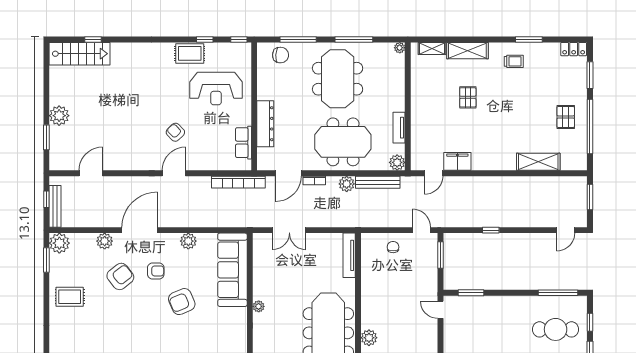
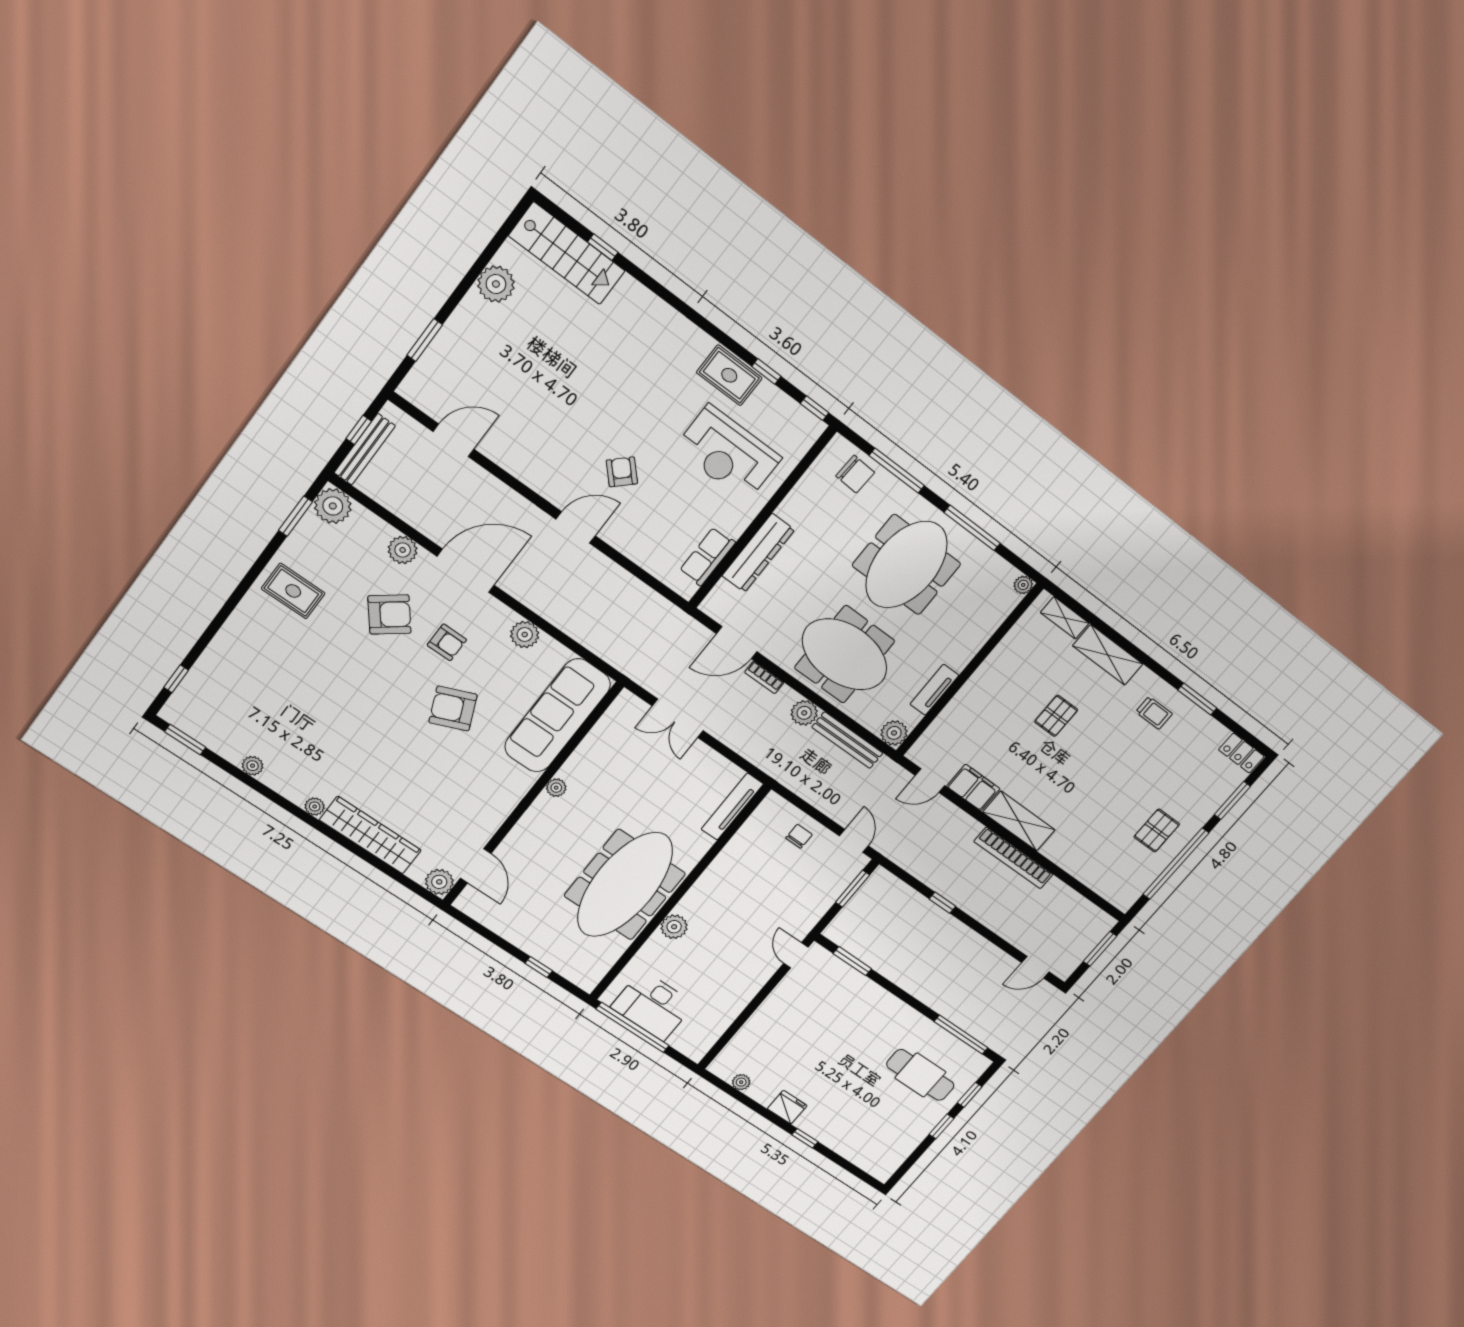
plant: (59, 116) -> (496, 284), moved
shelving: (538, 162) -> (1019, 821), moved
bookcase: (238, 182) -> (1013, 858), moved

